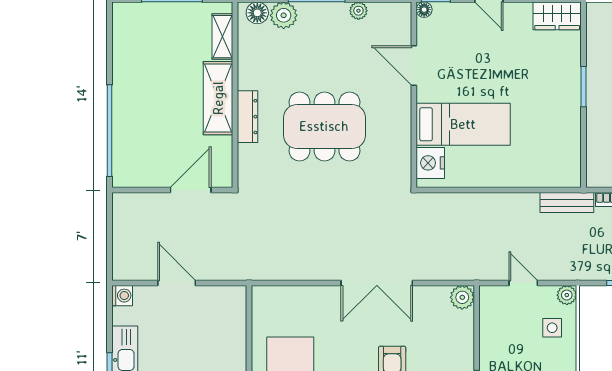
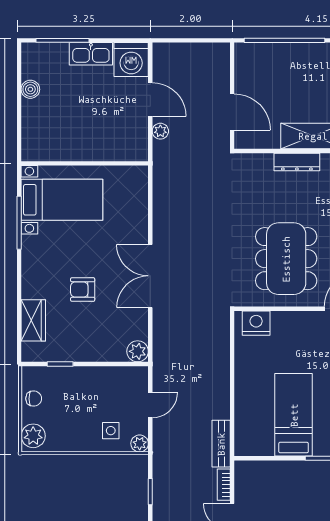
bed: (463, 124) -> (294, 415), moved, turned 180
dining table: (324, 126) -> (286, 259), moved
plant: (212, 272) -> (160, 131), added
door: (177, 283) -> (150, 100), hinge flipped
washing machine: (122, 296) -> (131, 60), width x1.89, depth x1.89

